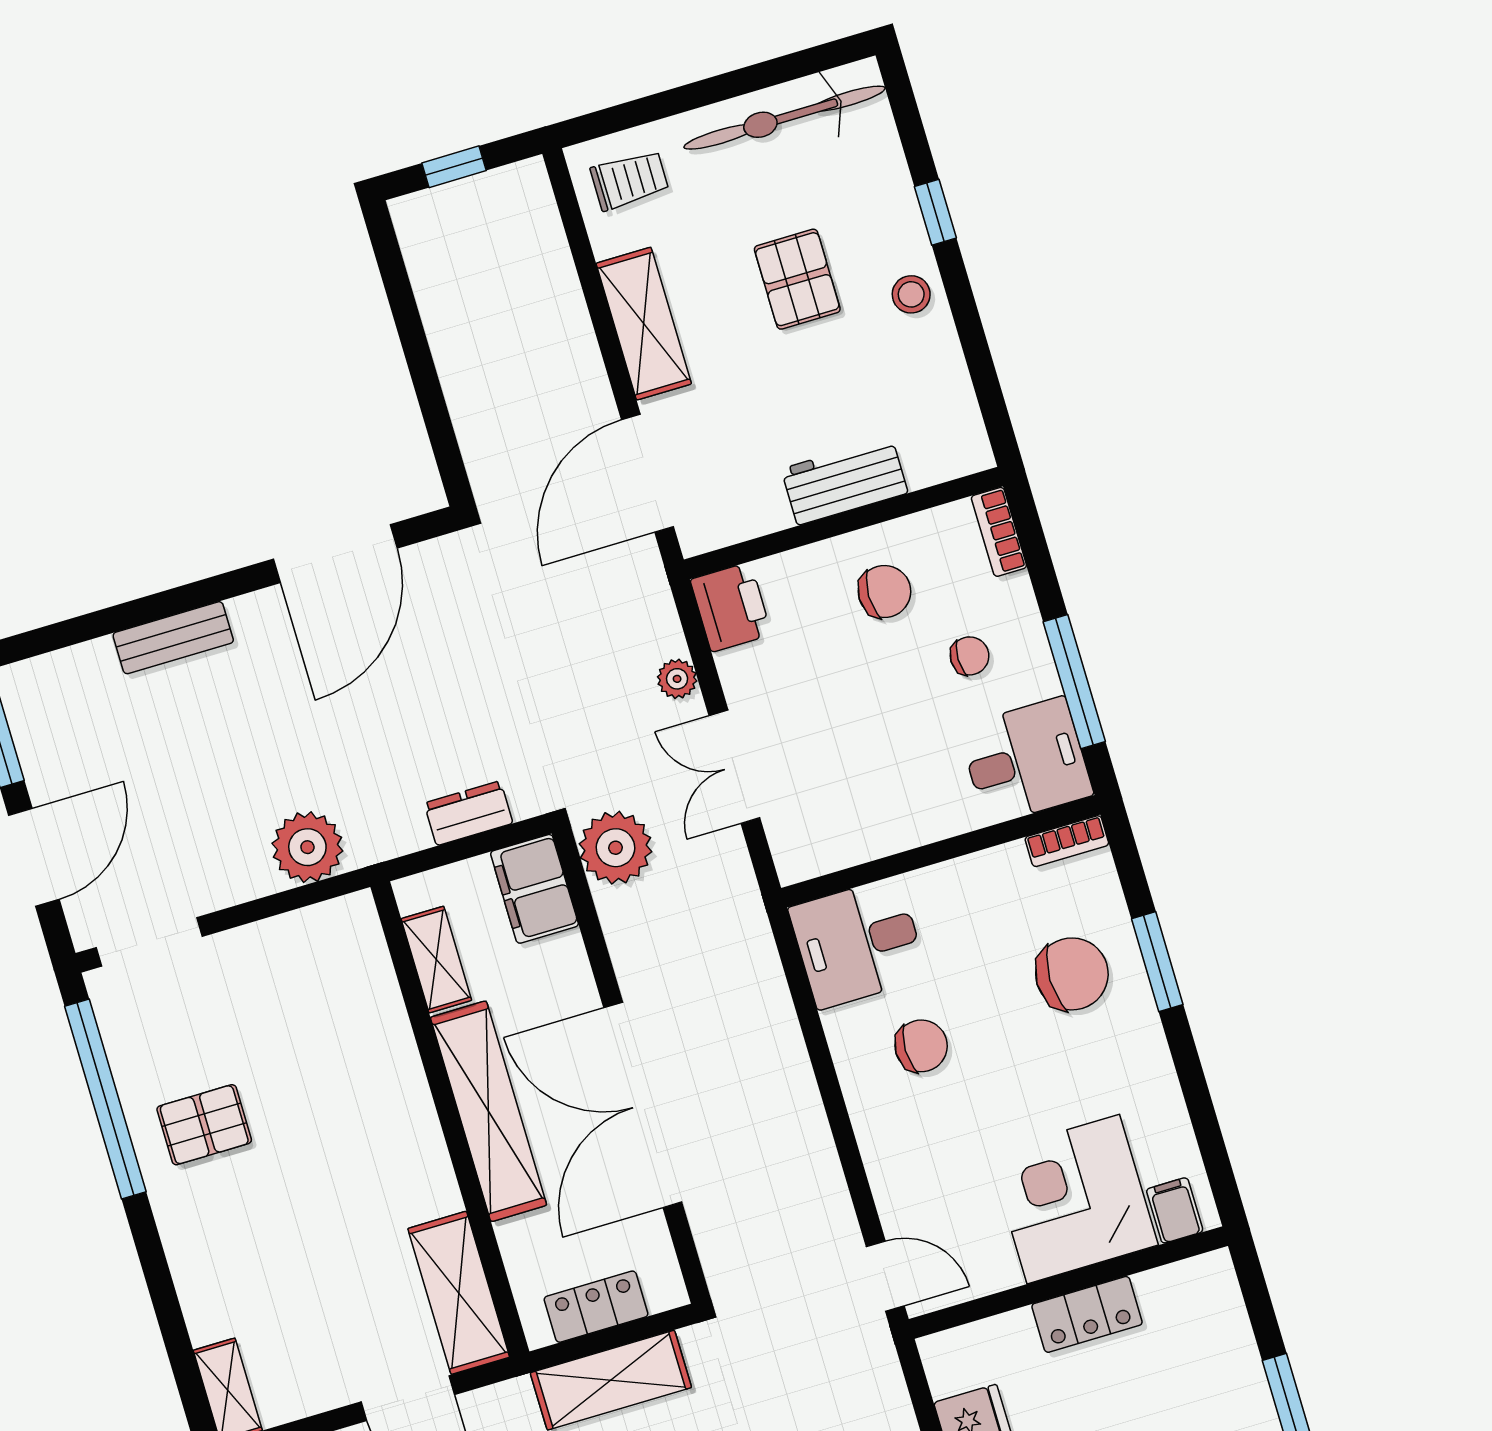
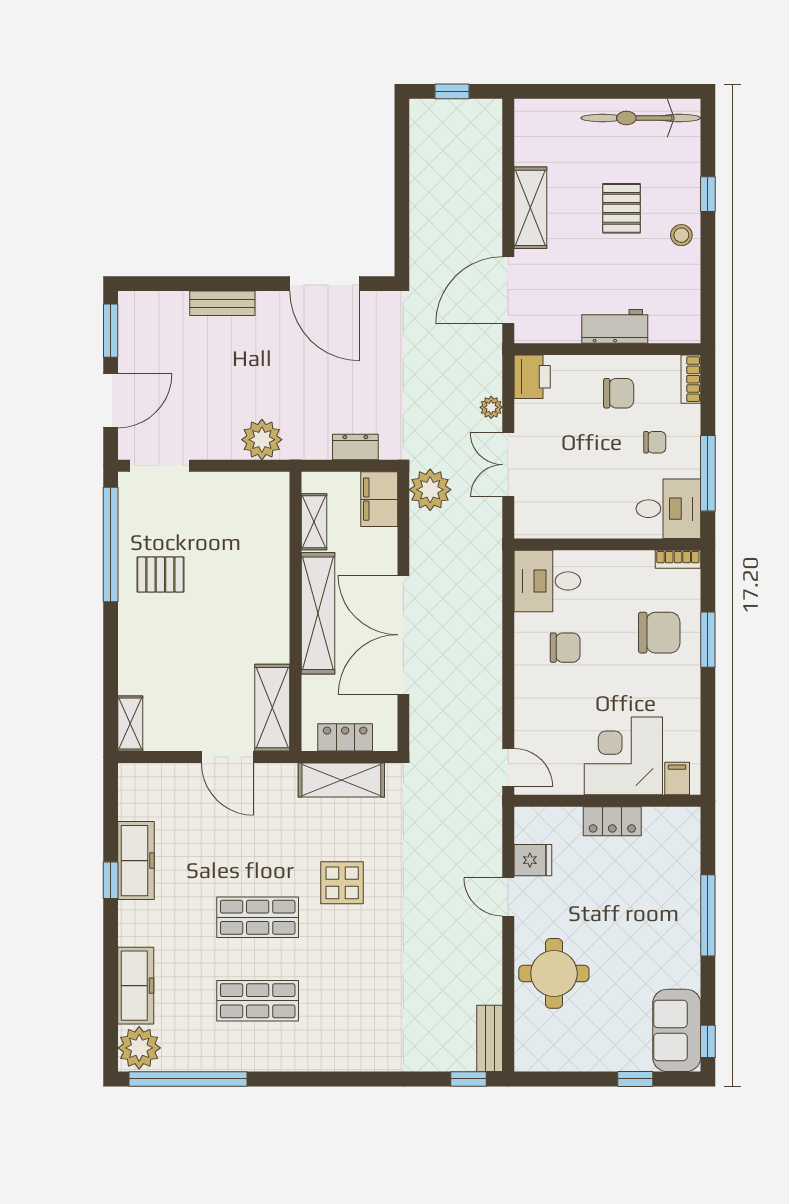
trolley: (630, 180) -> (546, 127), removed
door: (335, 554) -> (325, 284), hinge flipped

